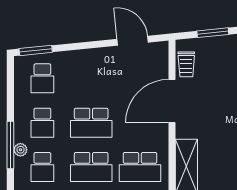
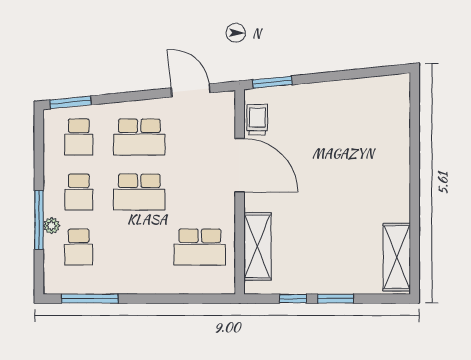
window: (213, 33) -> (272, 82), moved
trolley: (186, 64) -> (257, 120), turned 180
door: (172, 101) -> (240, 165), swing flipped
school desk: (91, 167) -> (139, 137), moved

